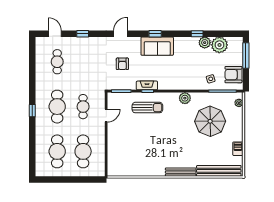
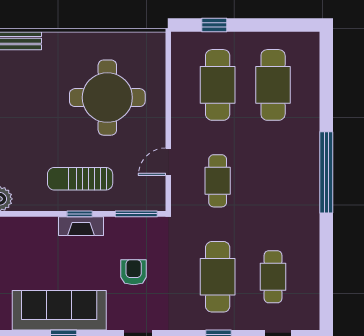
sofa: (157, 46) -> (59, 310), width x1.36
cafe table: (57, 107) -> (218, 277), moved
window: (32, 111) -> (326, 172), width x3.17
round table: (135, 146) -> (107, 98), added
window: (85, 179) -> (214, 25), added

